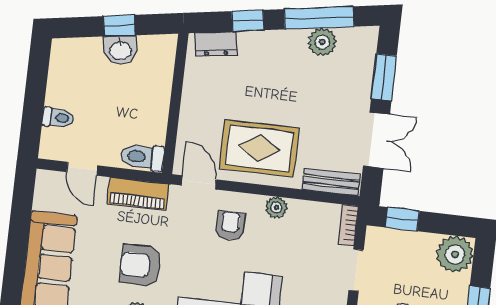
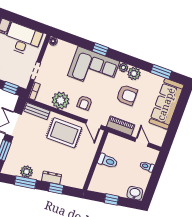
window: (319, 18) -> (25, 182), width x0.69
dresser: (216, 44) -> (52, 178), moved
washbasin: (120, 50) -> (135, 193), moved
toilet: (142, 157) -> (108, 161), moved
plant: (276, 207) -> (61, 101), width x1.88, depth x1.88

